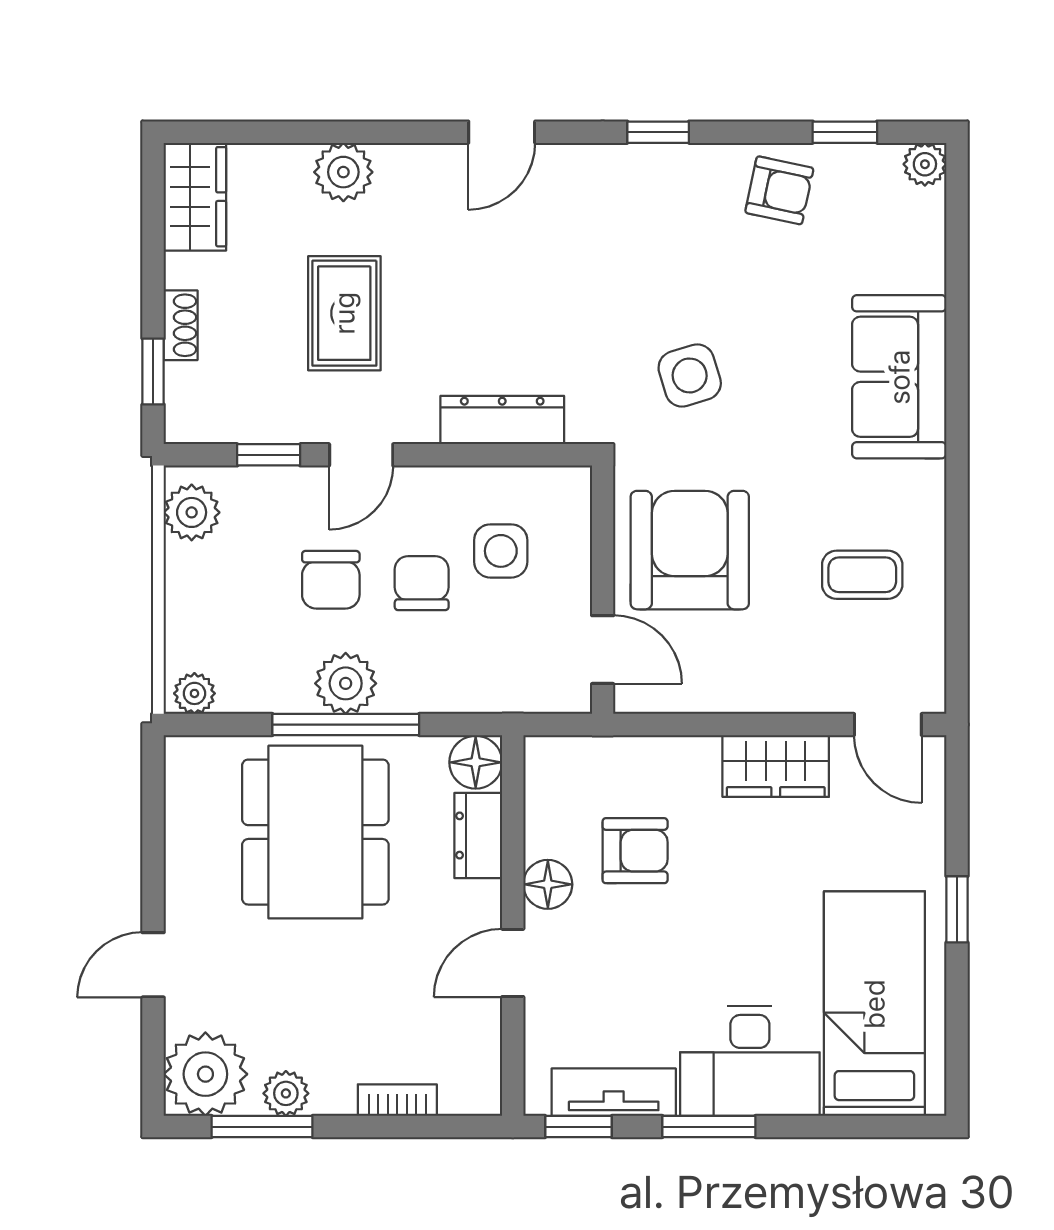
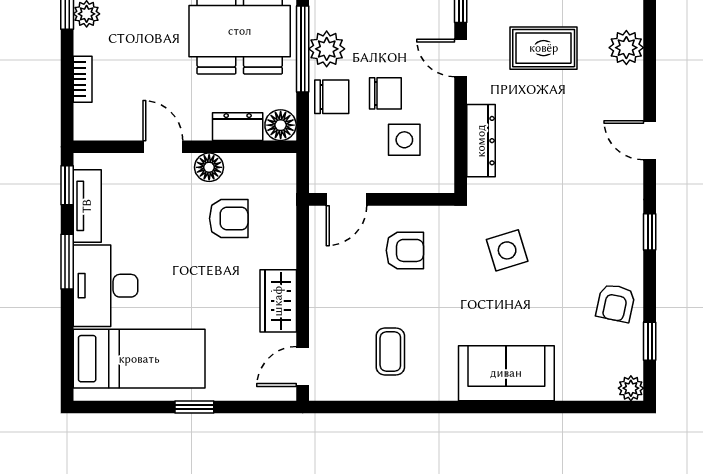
armchair: (690, 550) -> (405, 250), width x0.53, depth x0.53
chair: (331, 580) -> (332, 97), moved, turned 180
armchair: (635, 851) -> (229, 218), turned -90

